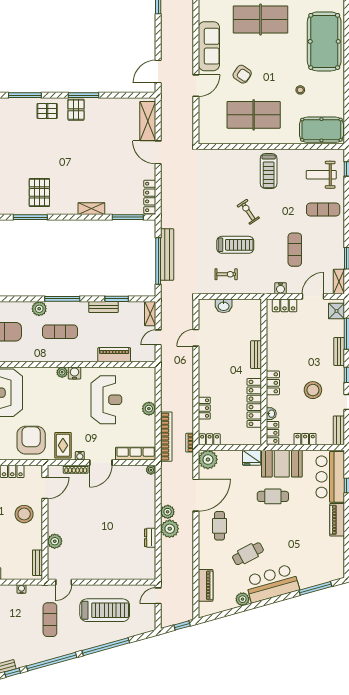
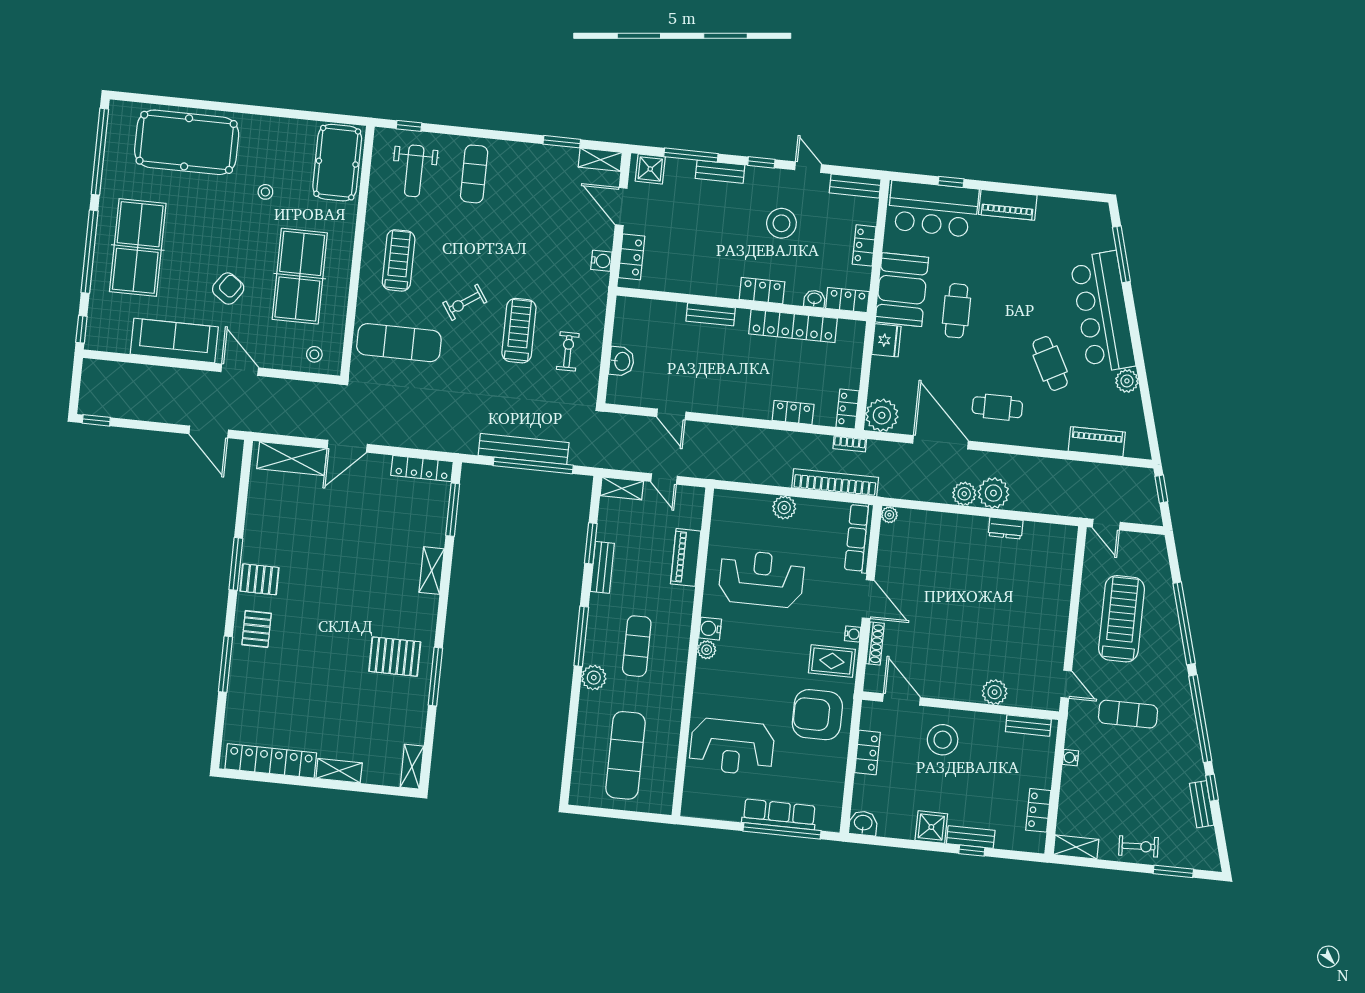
stool: (209, 128) -> (314, 354), added
treadmill: (269, 171) -> (399, 260), turned -90
exercise mat: (295, 250) -> (399, 343), moved, width x1.36, depth x1.45
bar counter: (272, 583) -> (1103, 312), width x1.36

